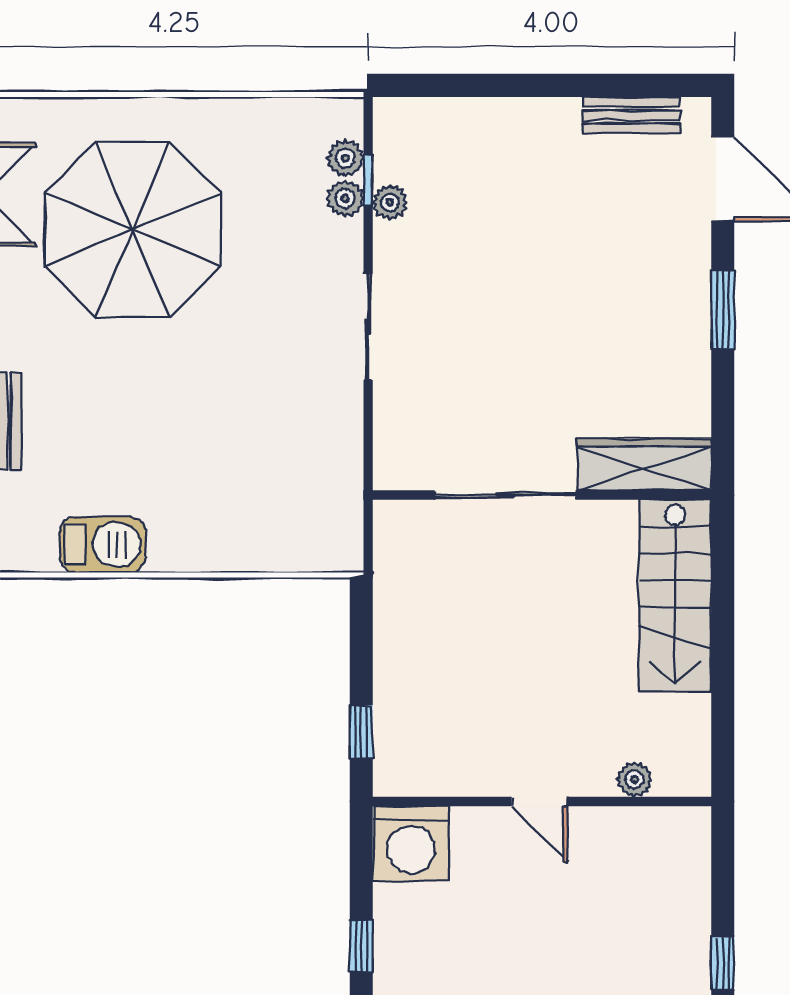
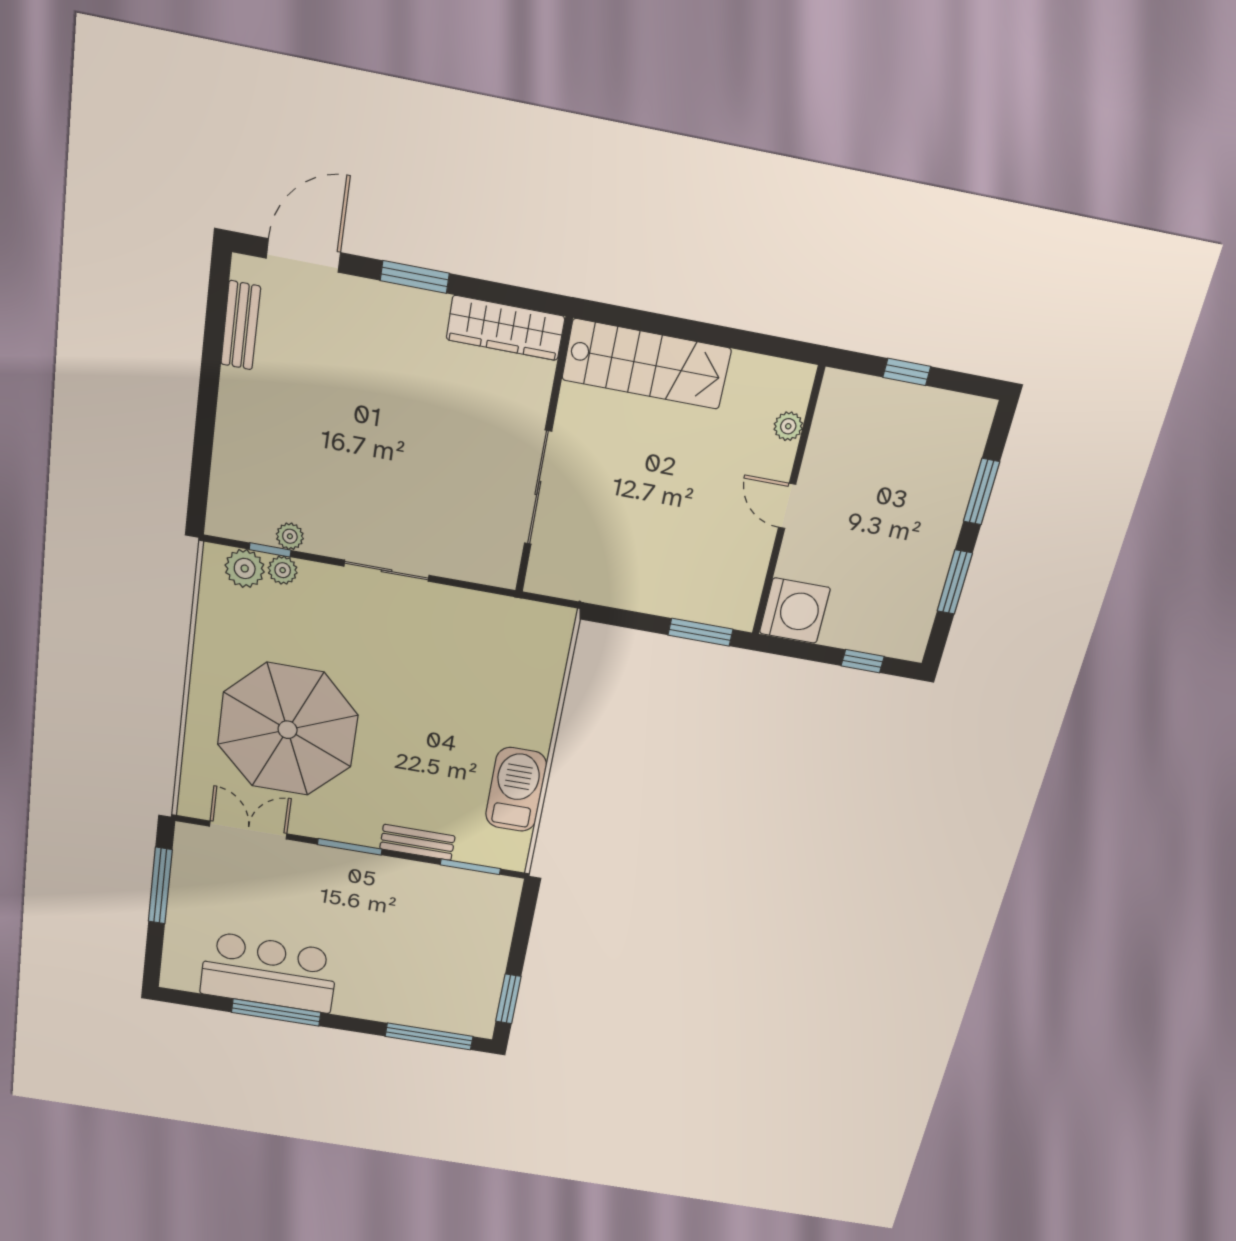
plant: (345, 158) -> (245, 568), width x1.38, depth x1.38
wardrobe: (644, 464) -> (505, 328), moved, turned -90
barbecue: (103, 545) -> (516, 790), width x1.37, depth x1.21
window: (361, 732) -> (700, 632), width x1.50
door: (540, 802) -> (787, 506), swing flipped
window: (723, 963) -> (907, 372), moved

